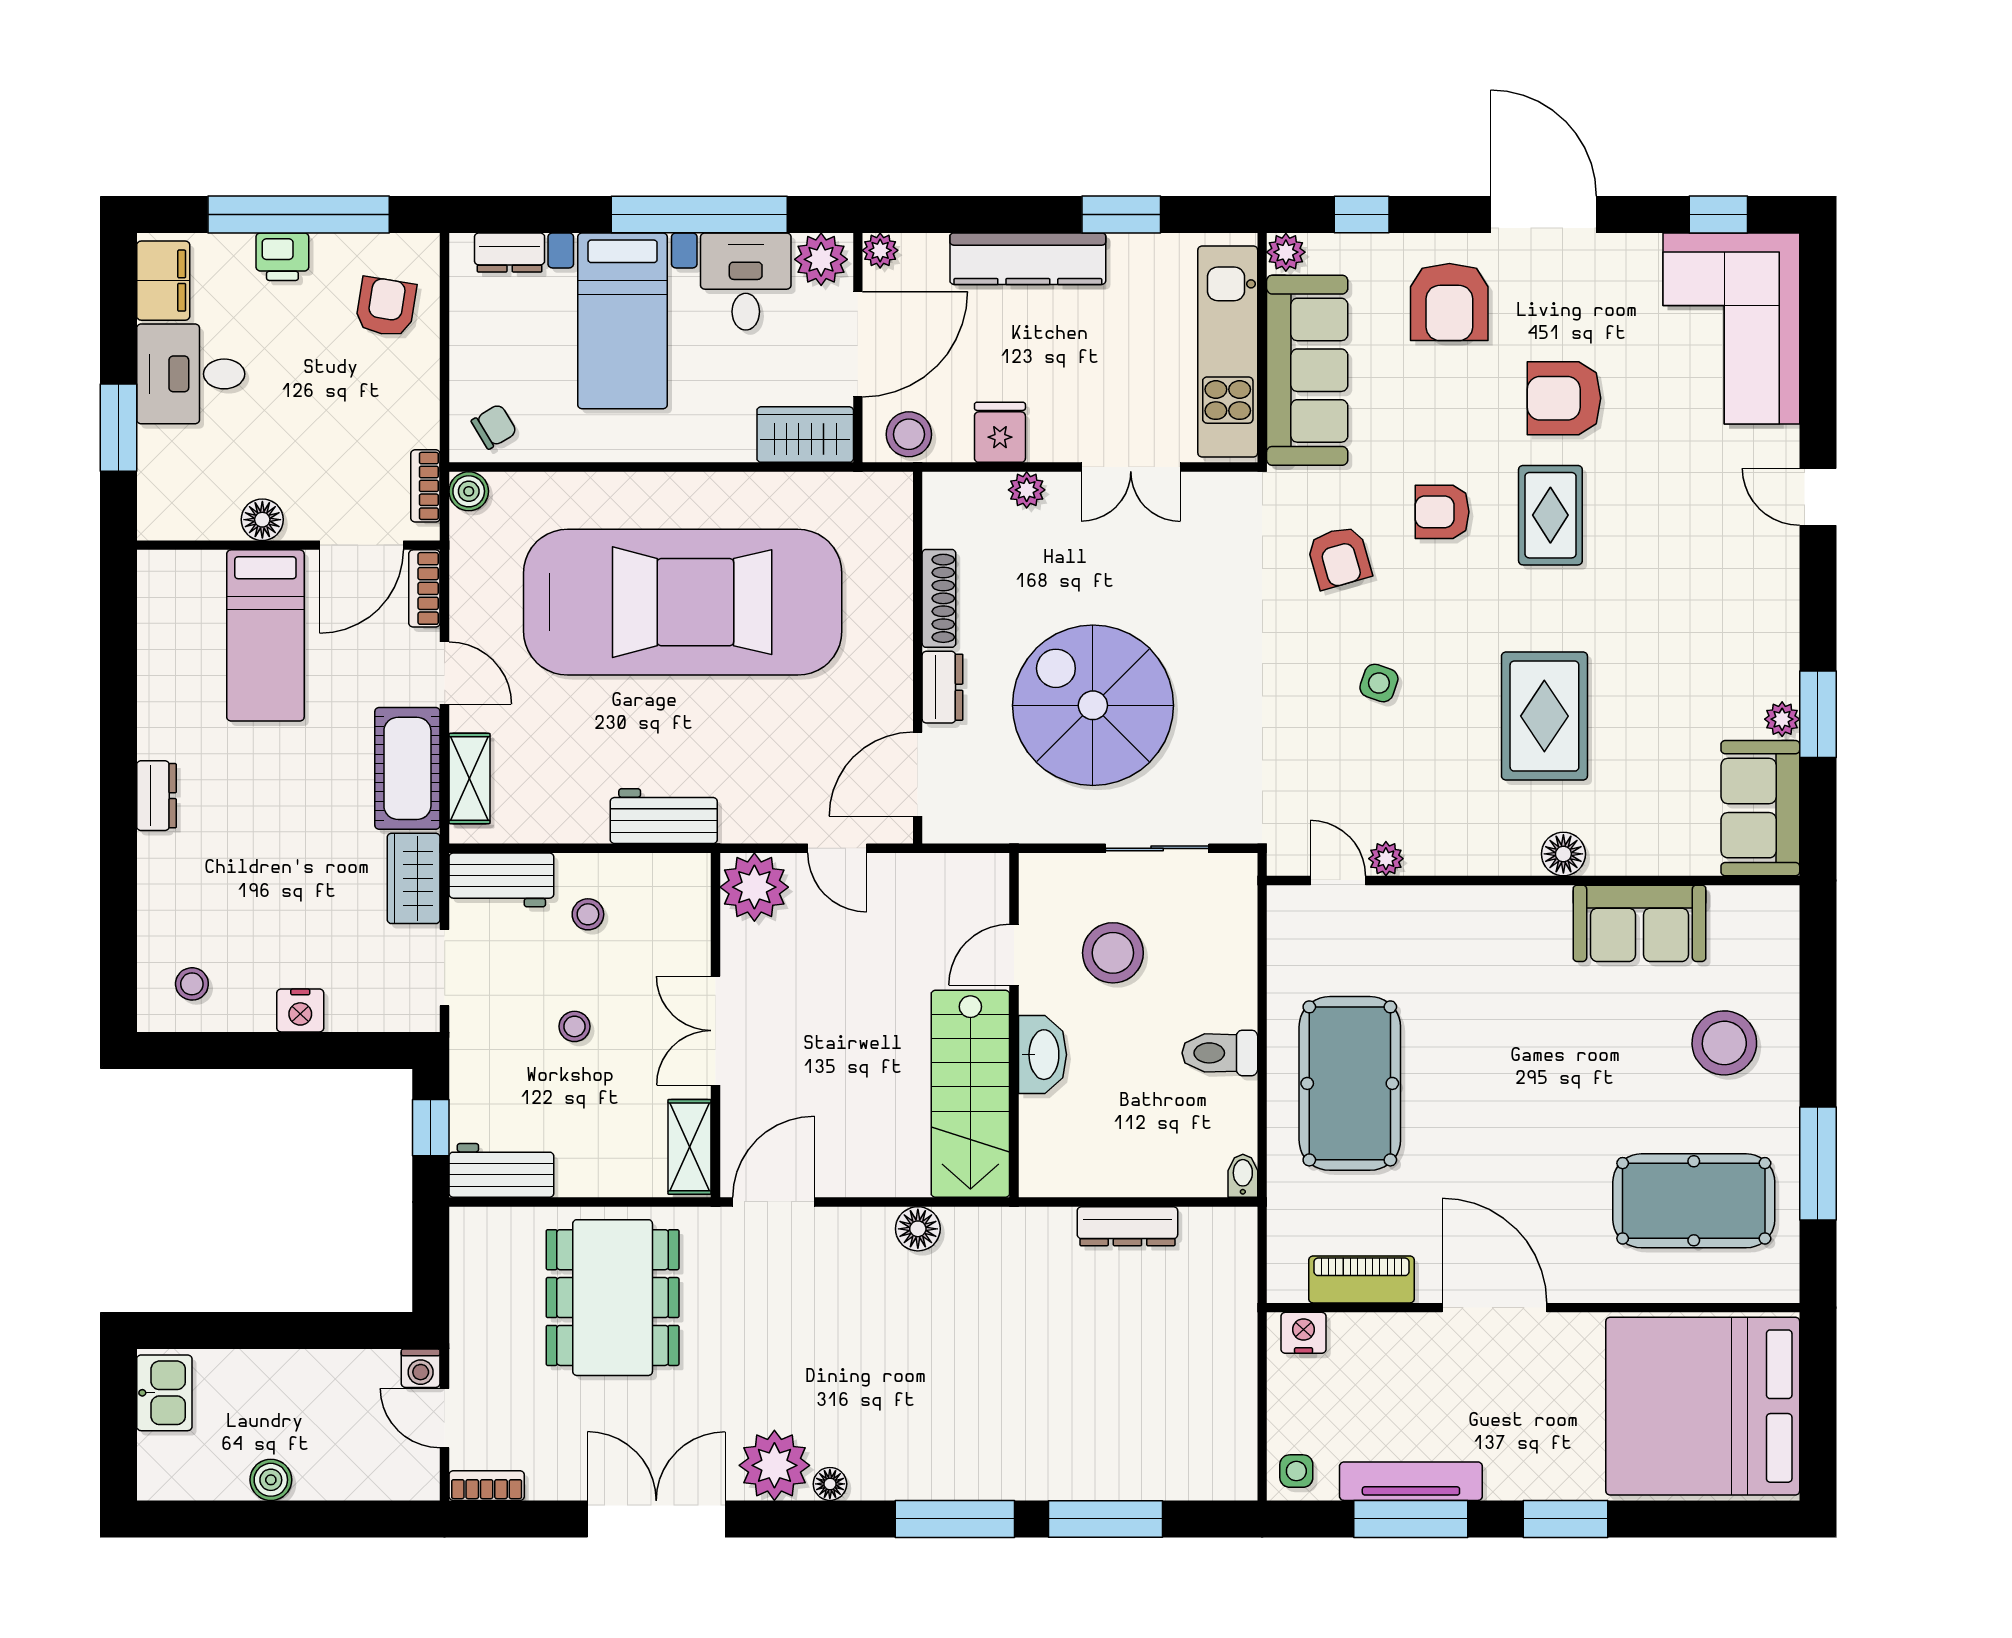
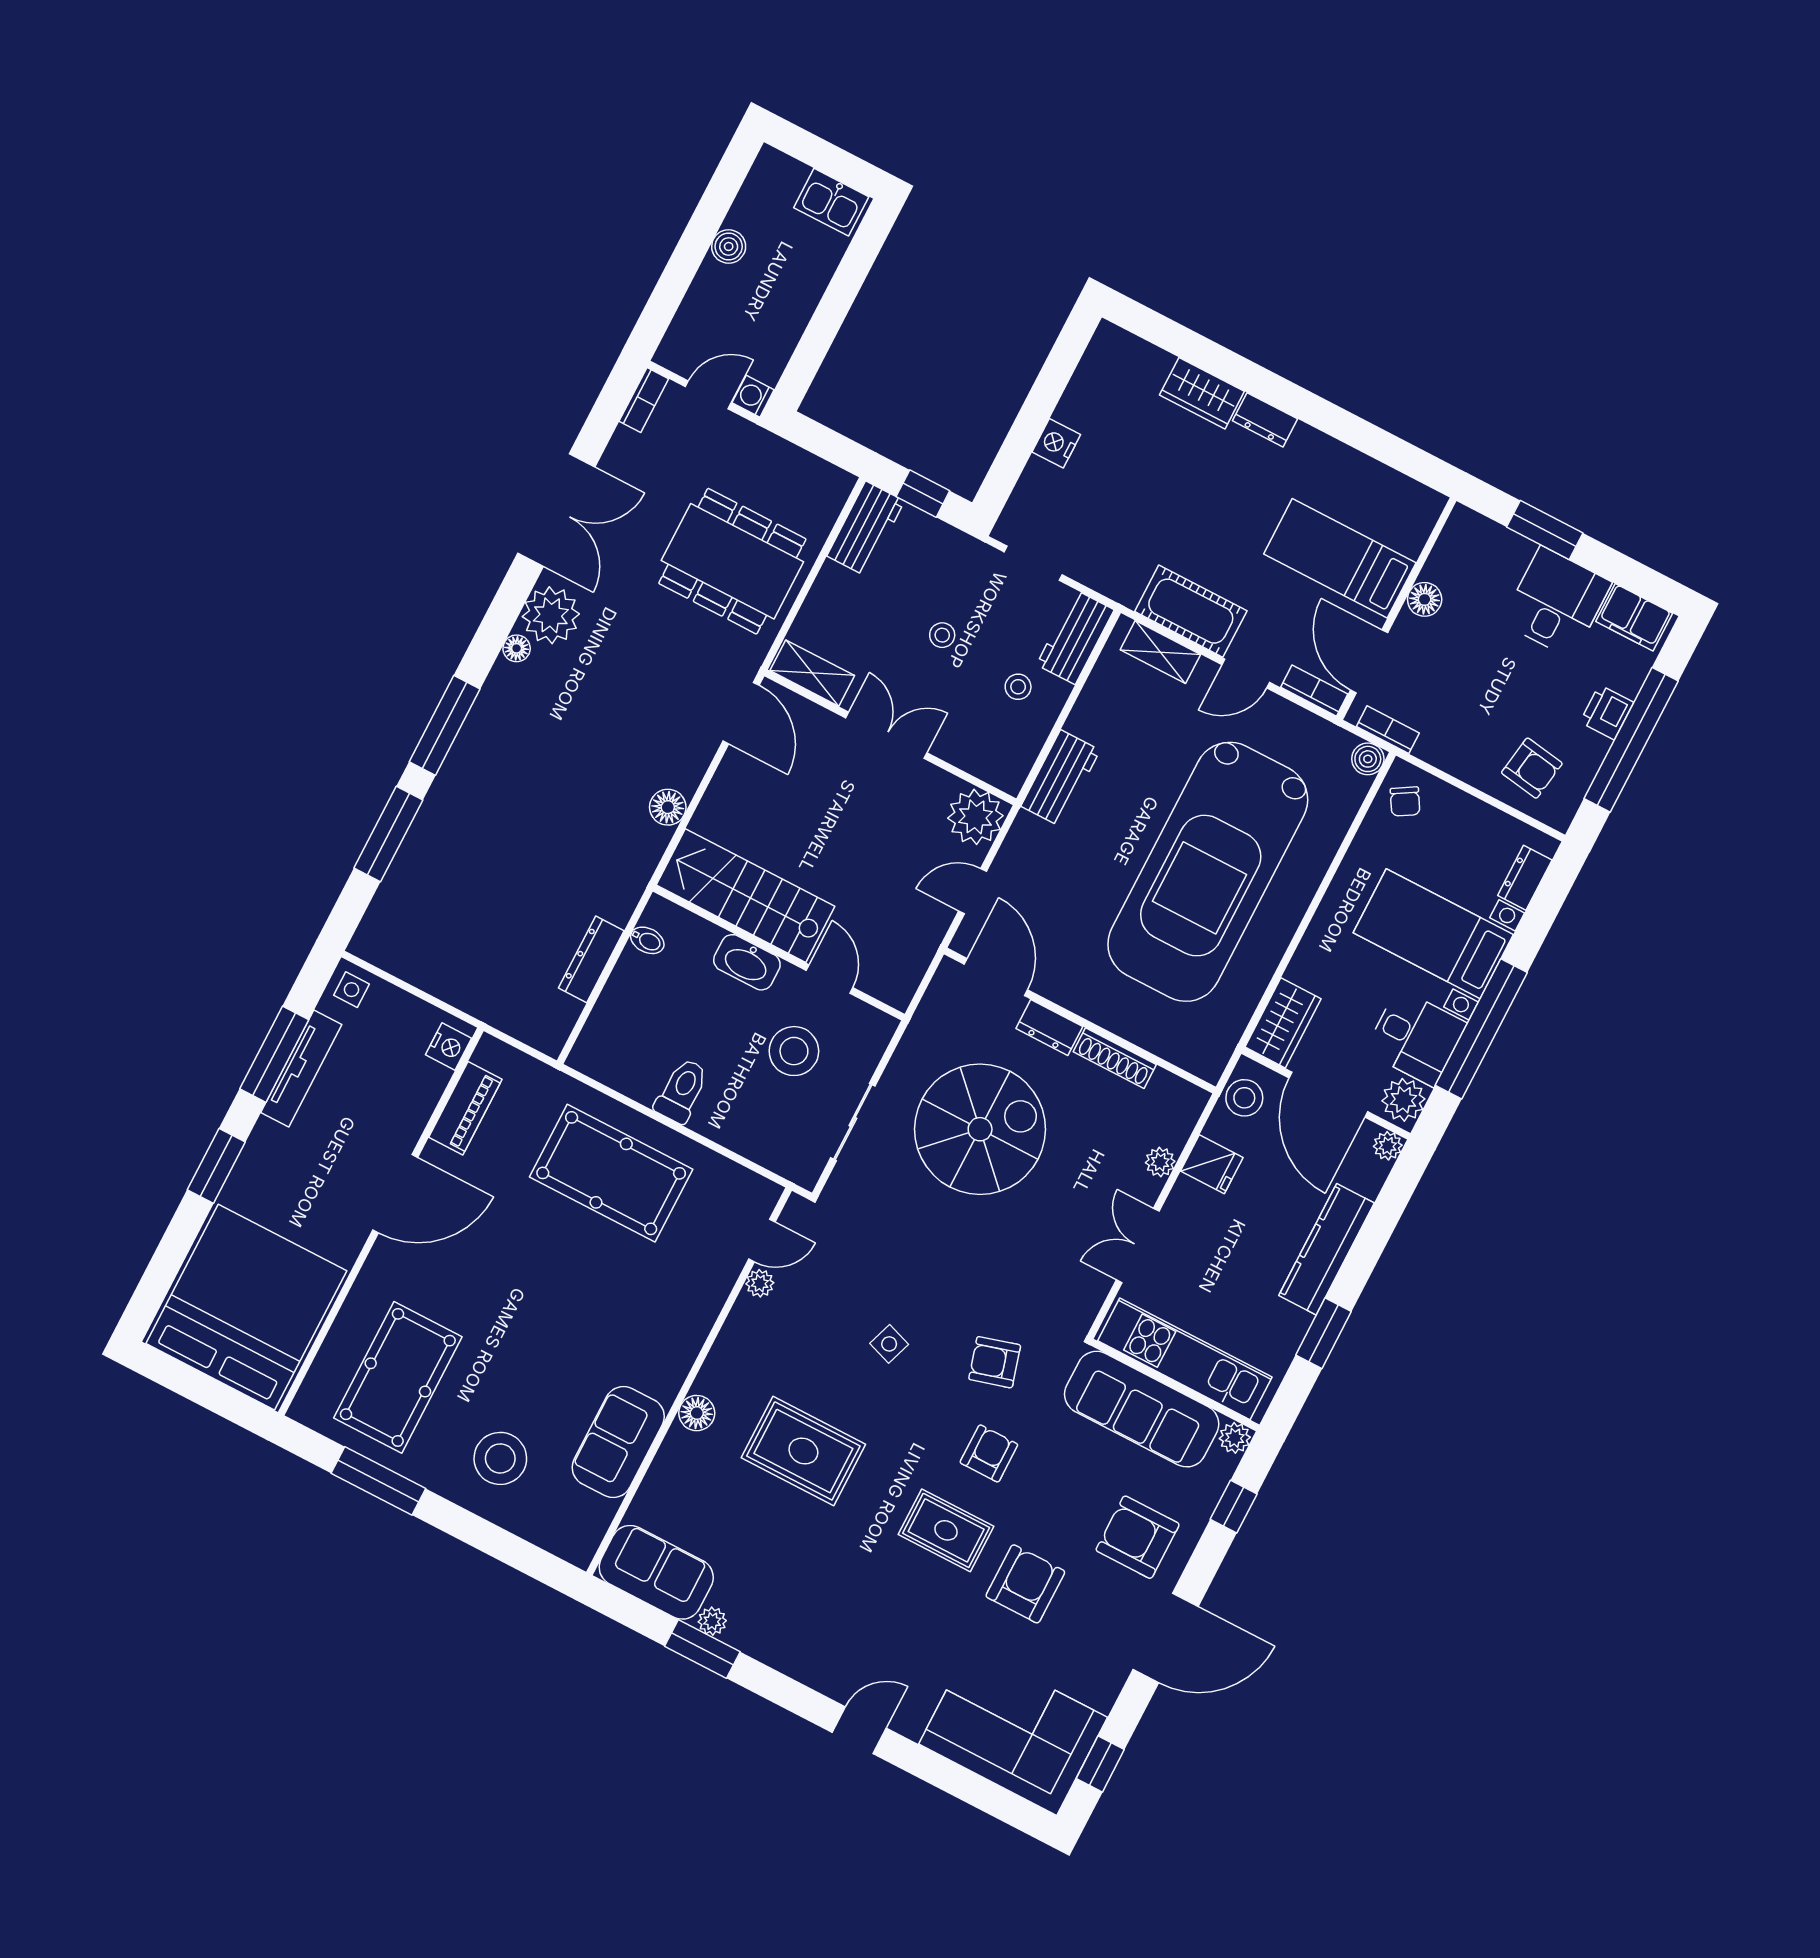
wardrobe: (414, 878) -> (1202, 393), moved, turned 180
stool: (192, 984) -> (1116, 375), removed
bidet: (1243, 1176) -> (647, 940), moved

